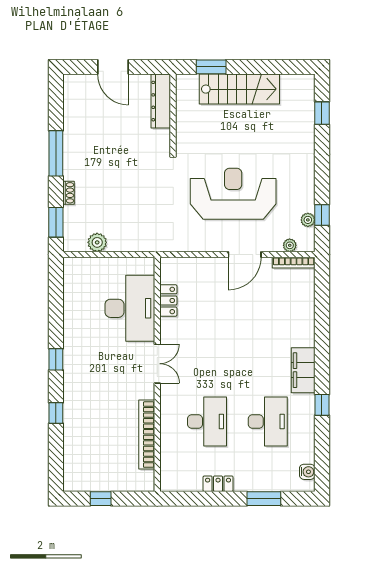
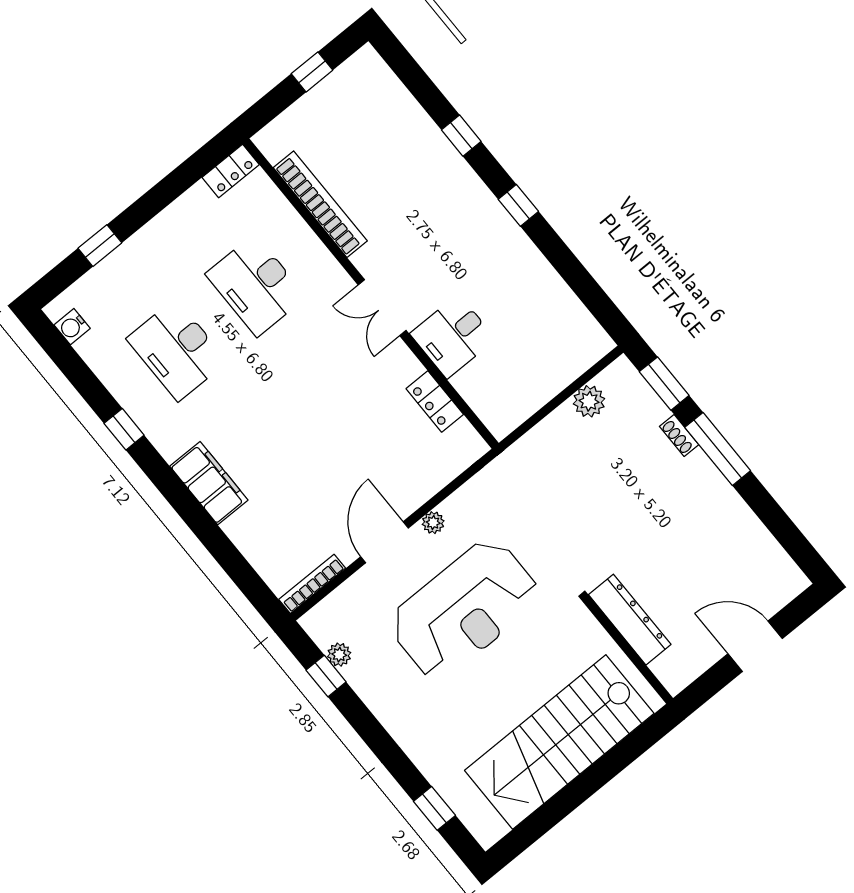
window: (211, 67) -> (628, 751), removed
stairs: (239, 89) -> (559, 742), width x1.36, depth x1.51
dresser: (161, 101) -> (630, 620), moved
window: (56, 153) -> (718, 449), moved
plant: (290, 245) -> (433, 523), moved
desk: (130, 308) -> (453, 336), width x0.53, depth x0.77
filing cabinet: (303, 370) -> (209, 483), moved
locker: (218, 484) -> (231, 171), moved
window: (264, 499) -> (100, 246), width x0.67

